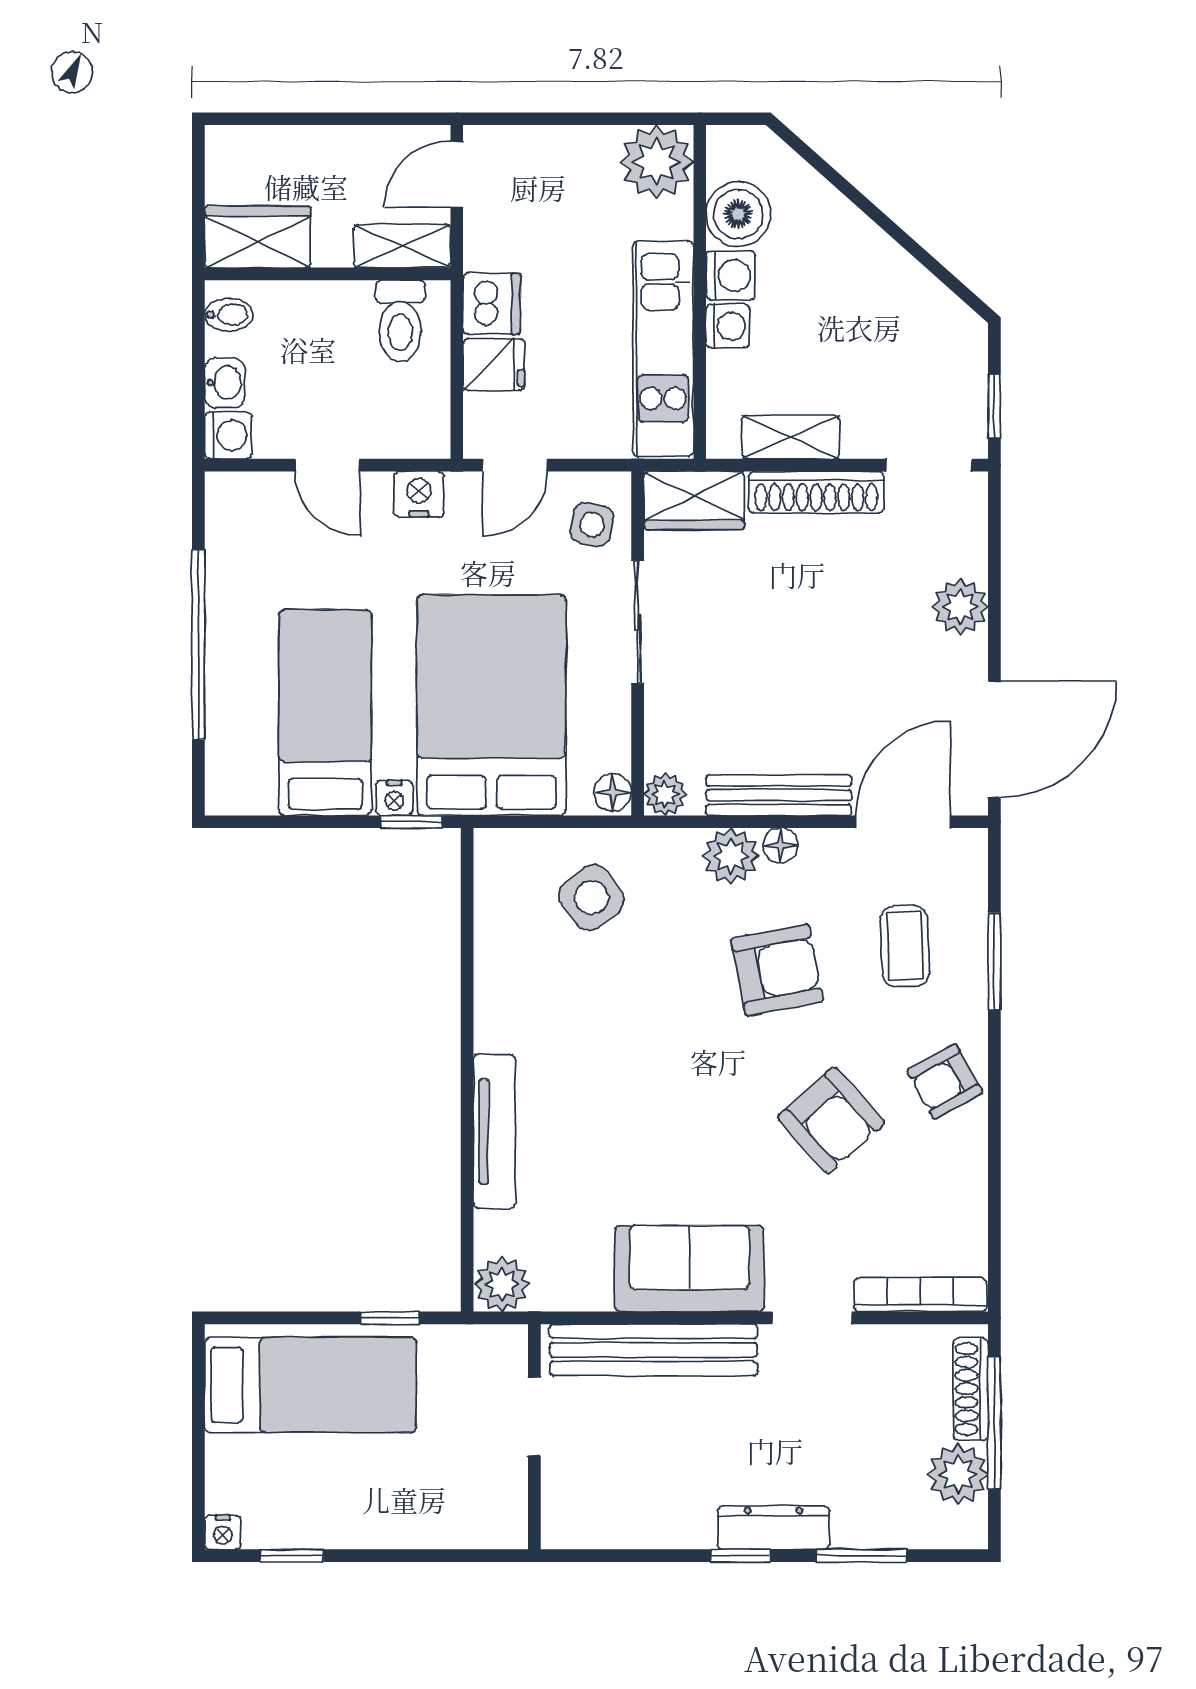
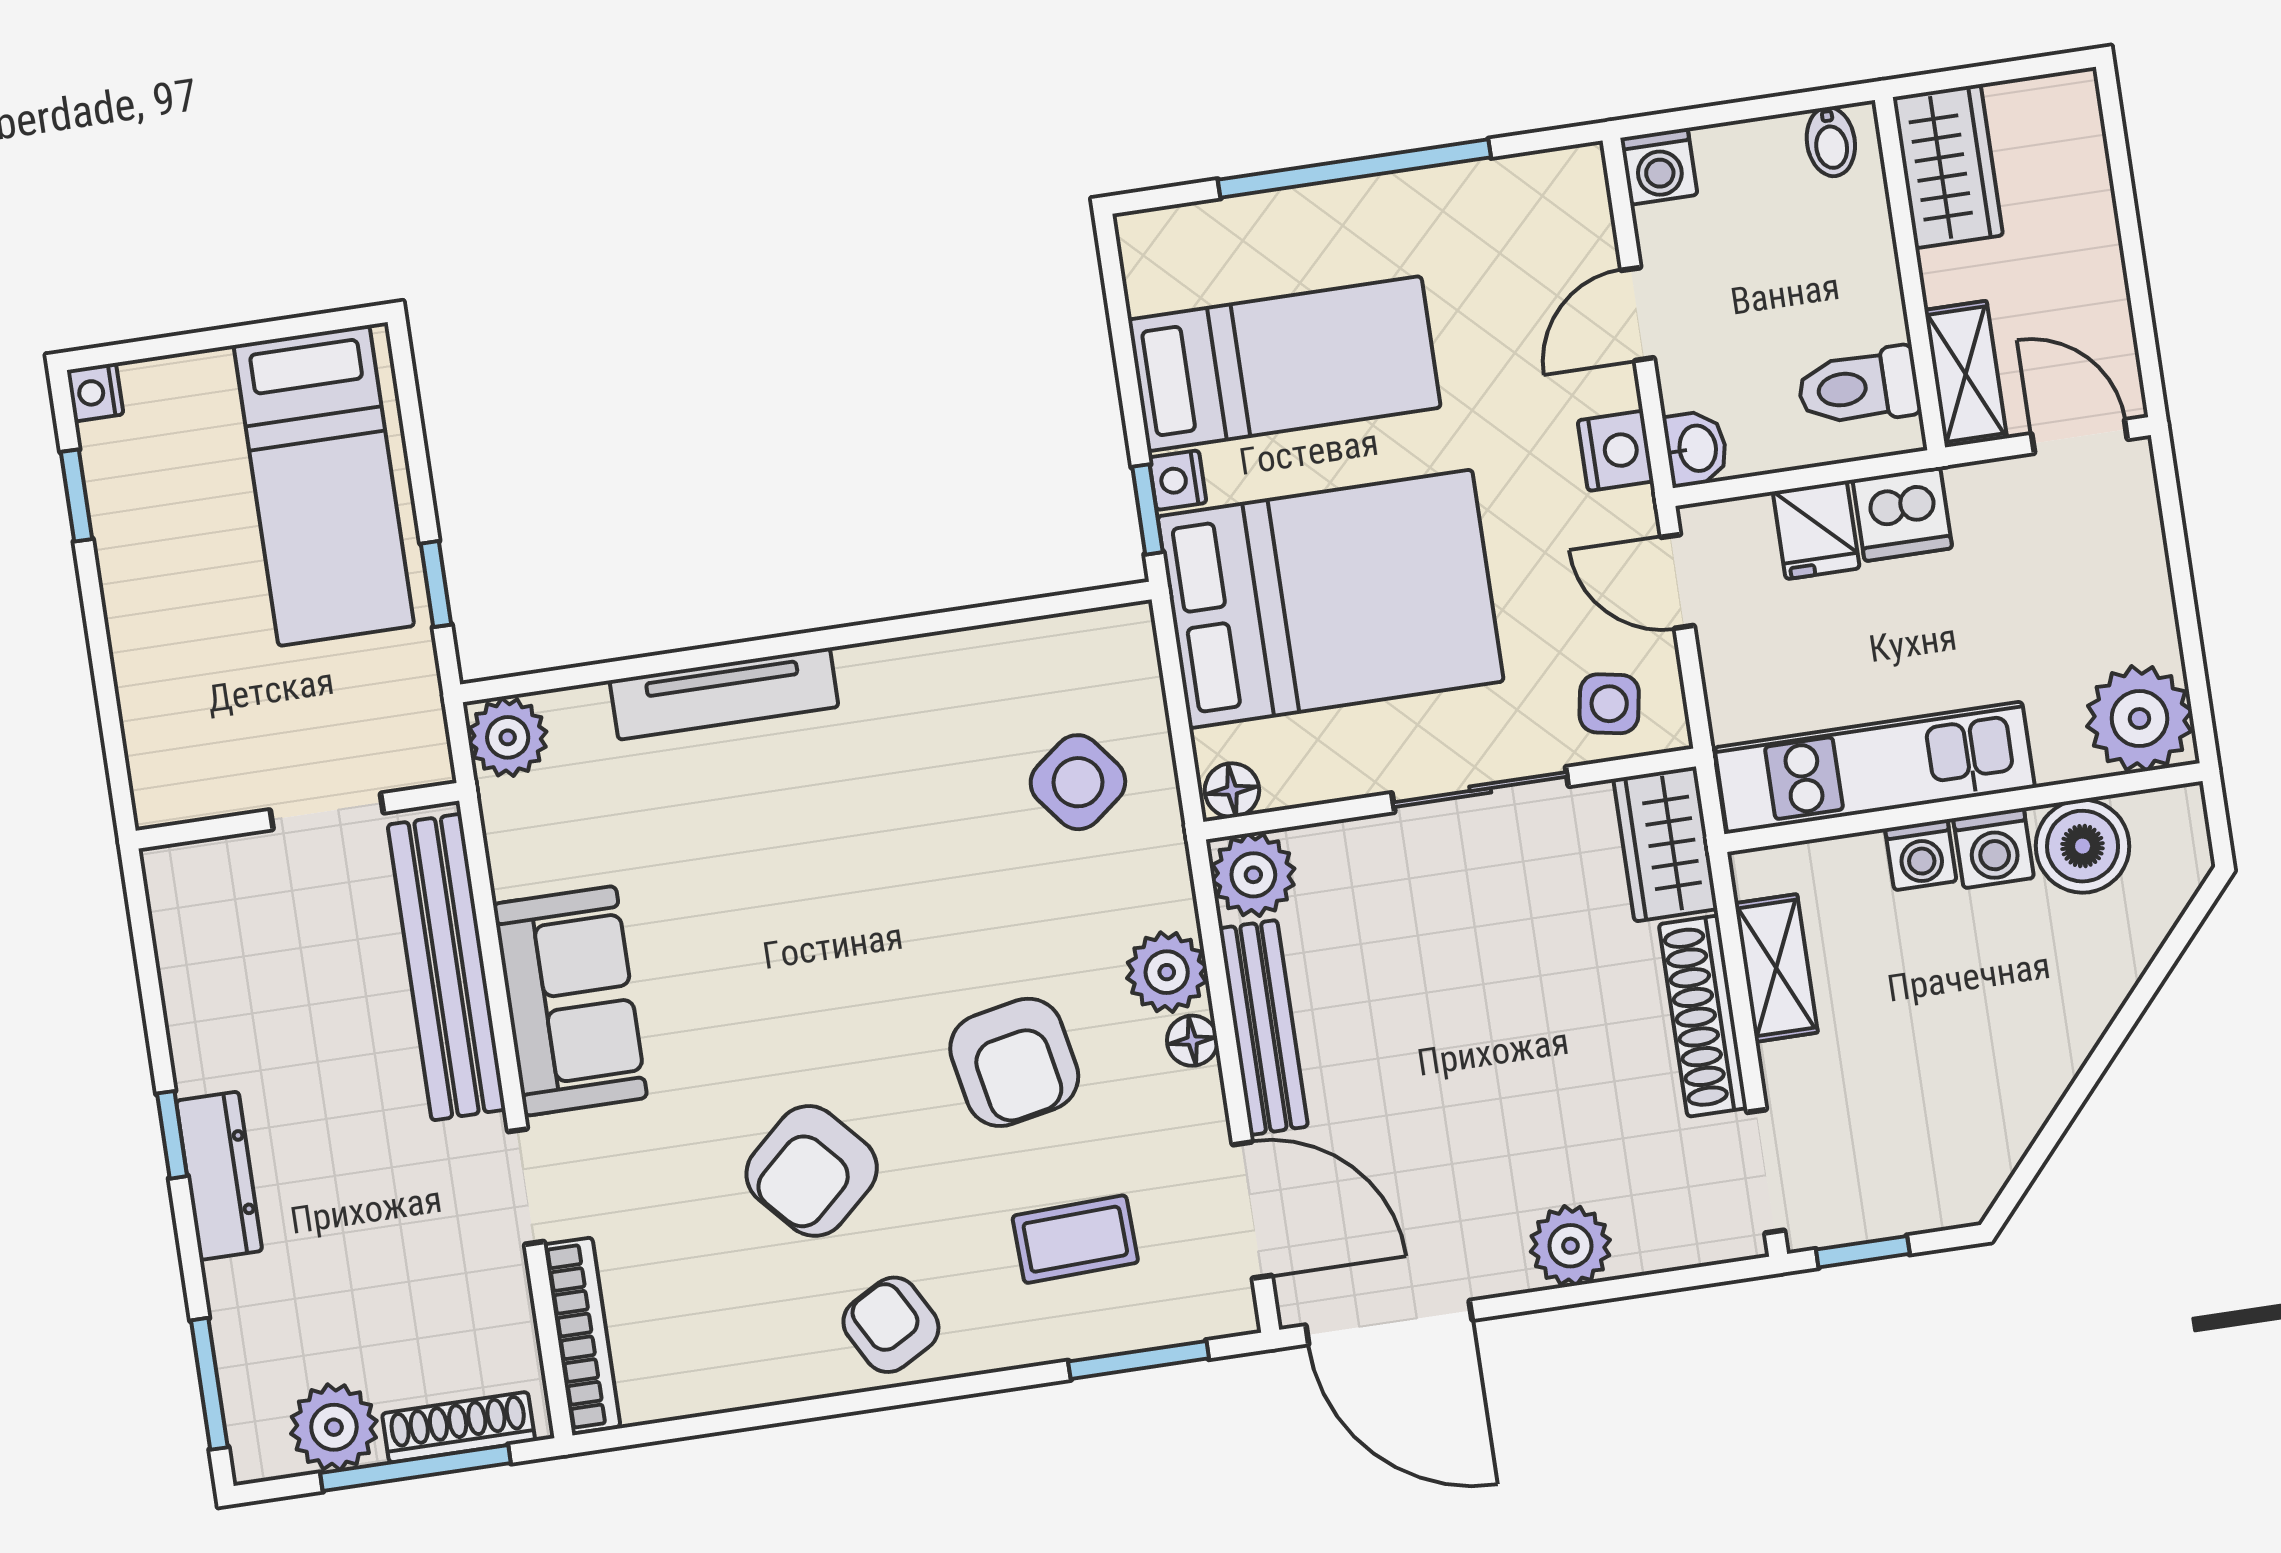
washbasin: (225, 383) -> (1696, 449), moved, turned -90
plant: (665, 794) -> (1253, 875), width x1.38, depth x1.38
window: (994, 961) -> (1139, 1360), moved
window: (862, 1556) -> (209, 1384), moved

